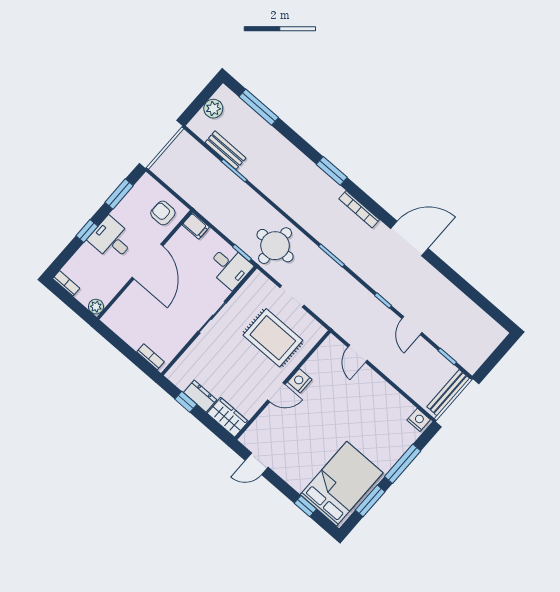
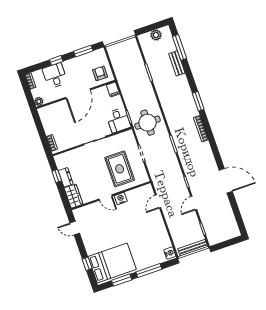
bench: (225, 150) -> (177, 63), moved
desk: (111, 239) -> (55, 76), moved
door: (409, 239) -> (226, 181), moved

